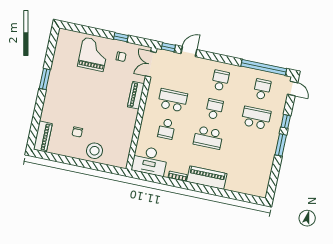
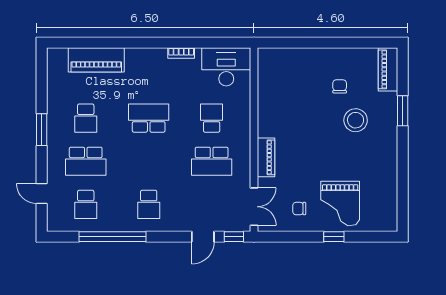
window: (121, 37) -> (334, 237), moved
window: (264, 67) -> (113, 237), moved
window: (45, 79) -> (403, 111), moved
door: (293, 89) -> (42, 194), moved
school desk: (214, 109) -> (86, 118), moved
window: (286, 121) -> (42, 165), removed
stool: (95, 151) -> (356, 120), moved
piano: (207, 178) -> (96, 60), moved

